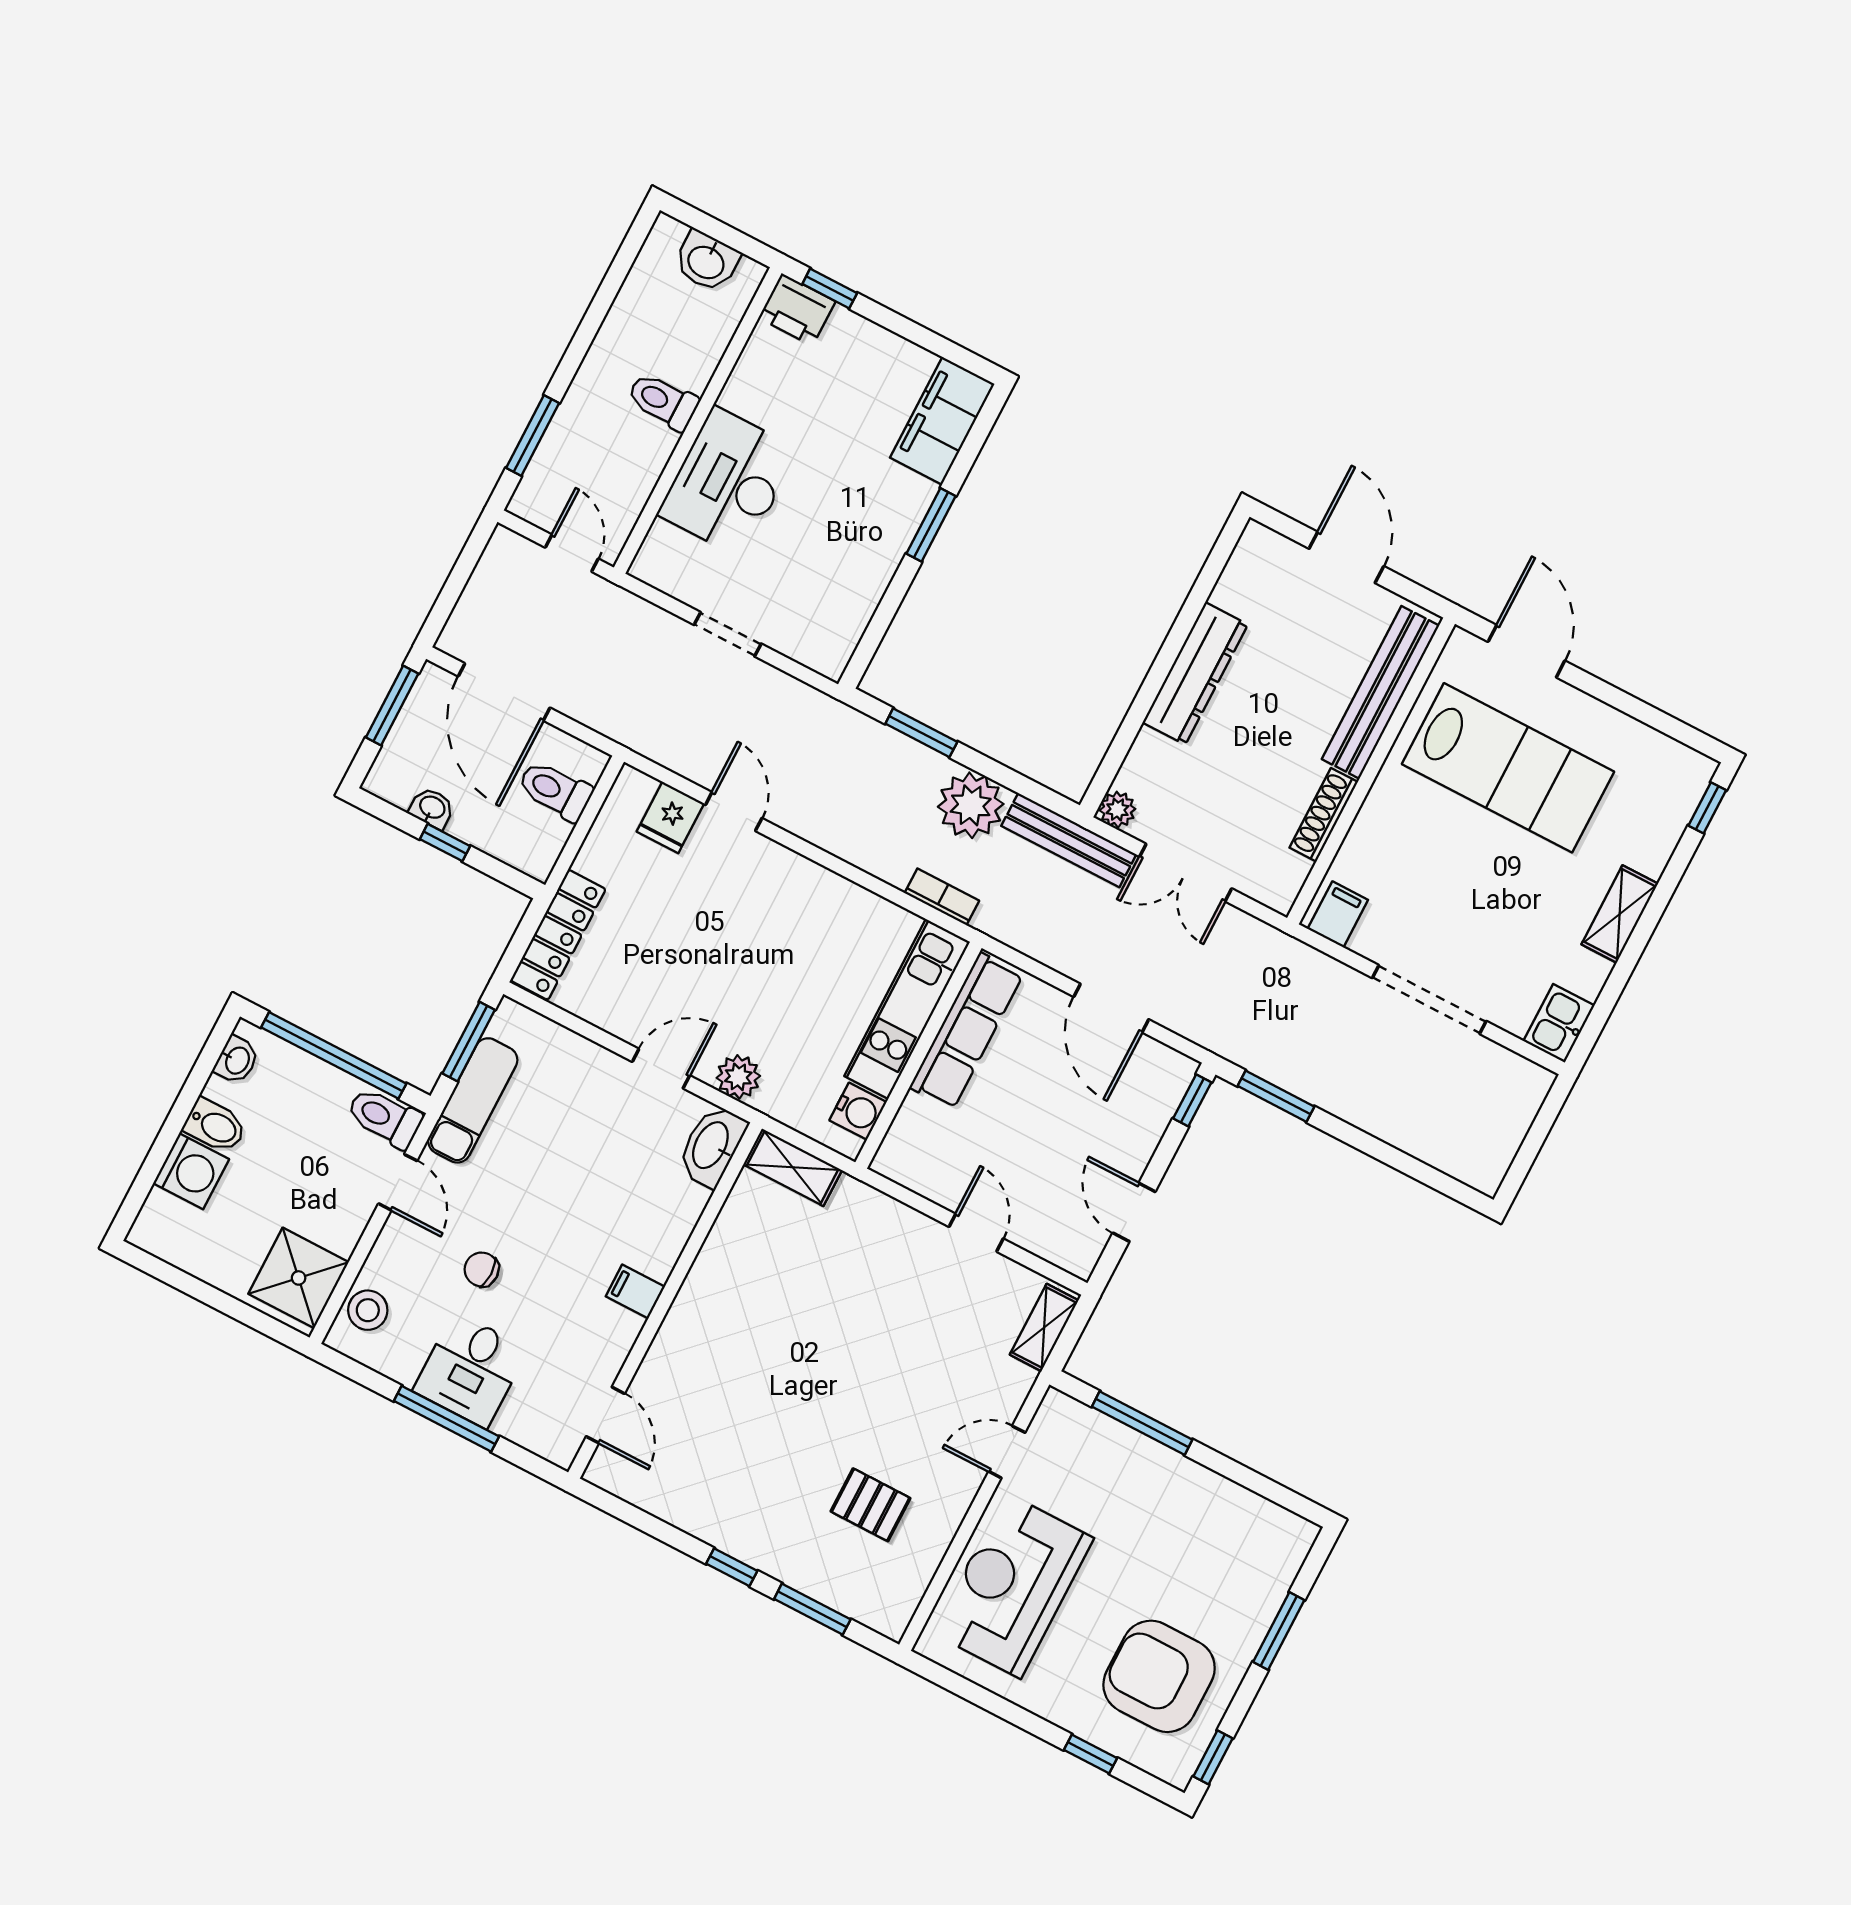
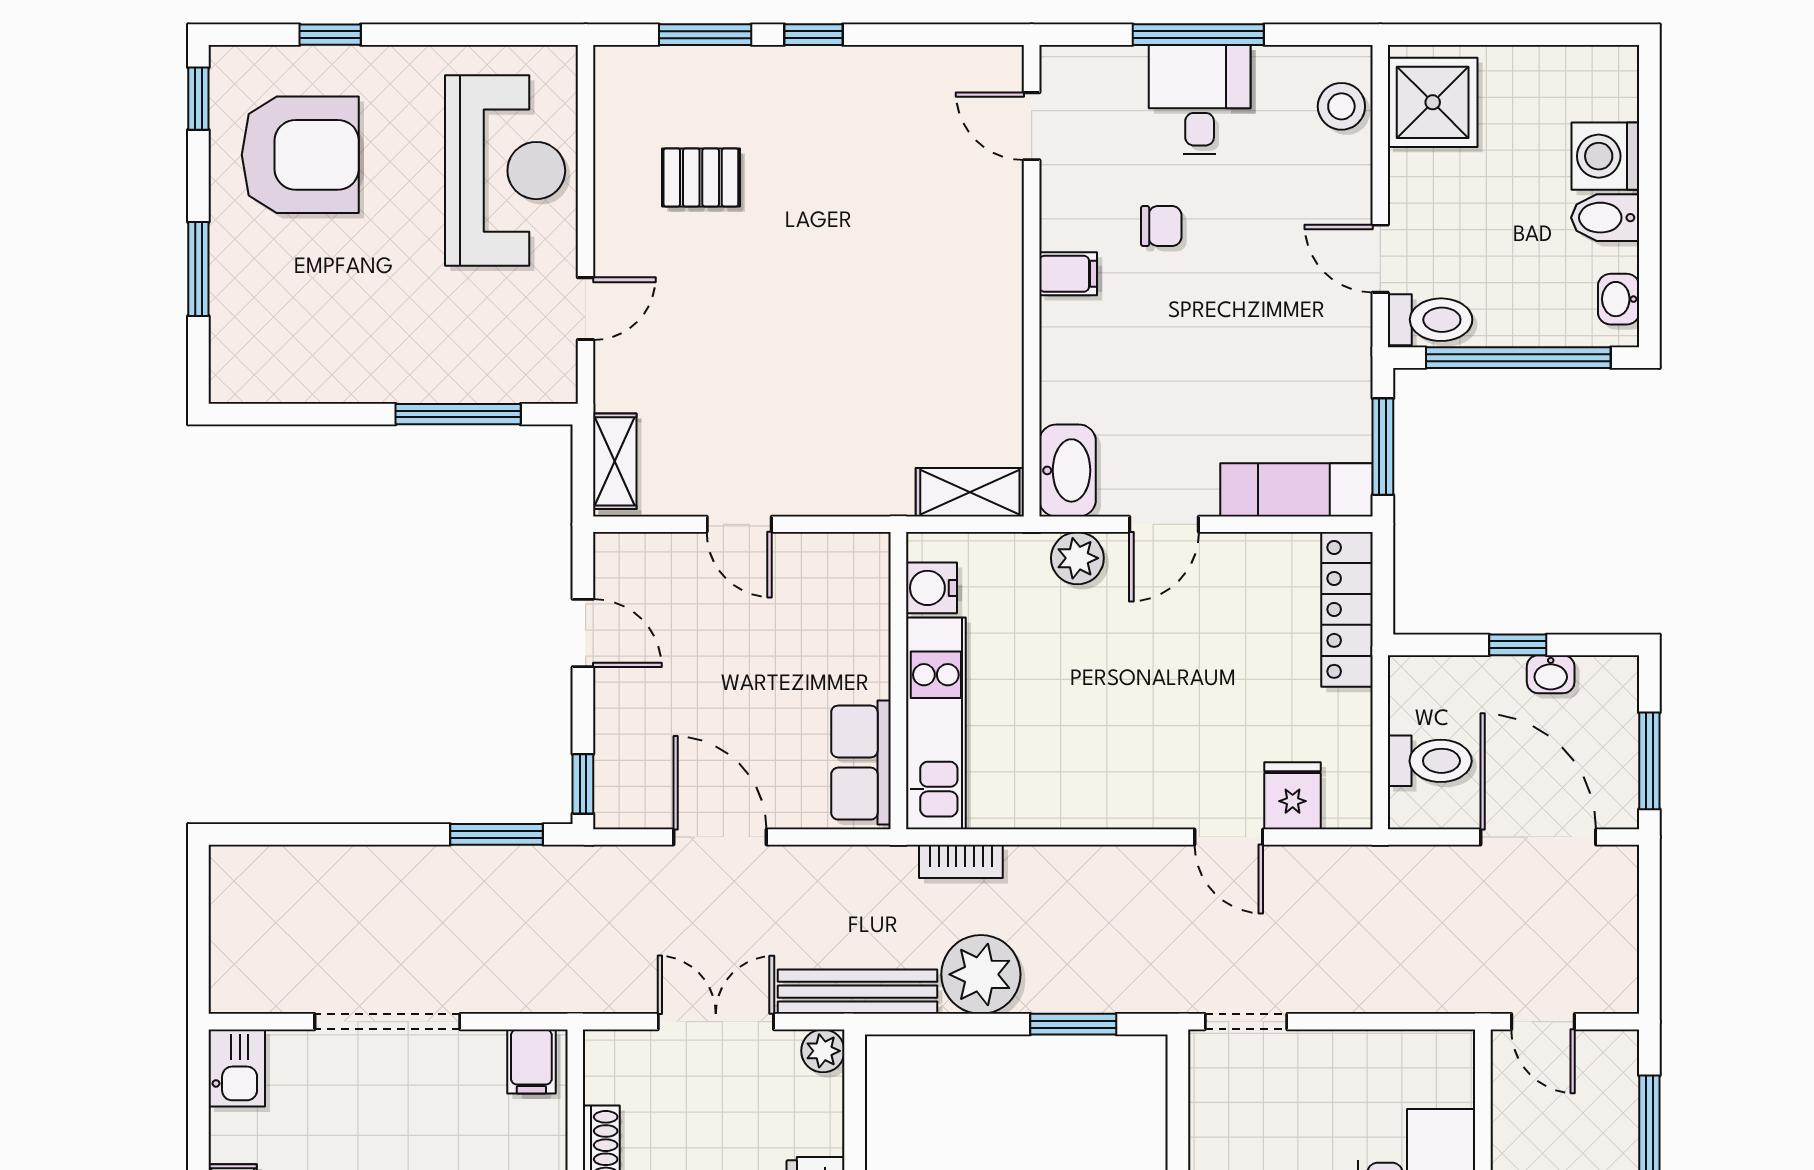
doorway: (728, 634) -> (1246, 1022), moved
row of seats: (966, 1031) -> (861, 763), width x0.68
exam couch: (473, 1100) -> (1296, 490), moved, turned 90
chair: (482, 1269) -> (1161, 226), moved

